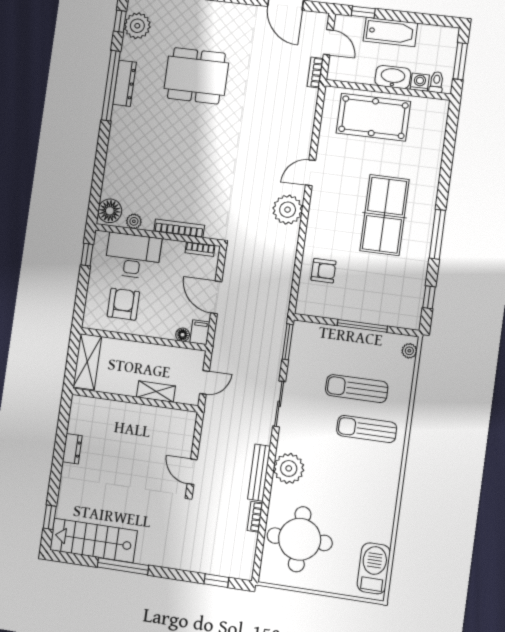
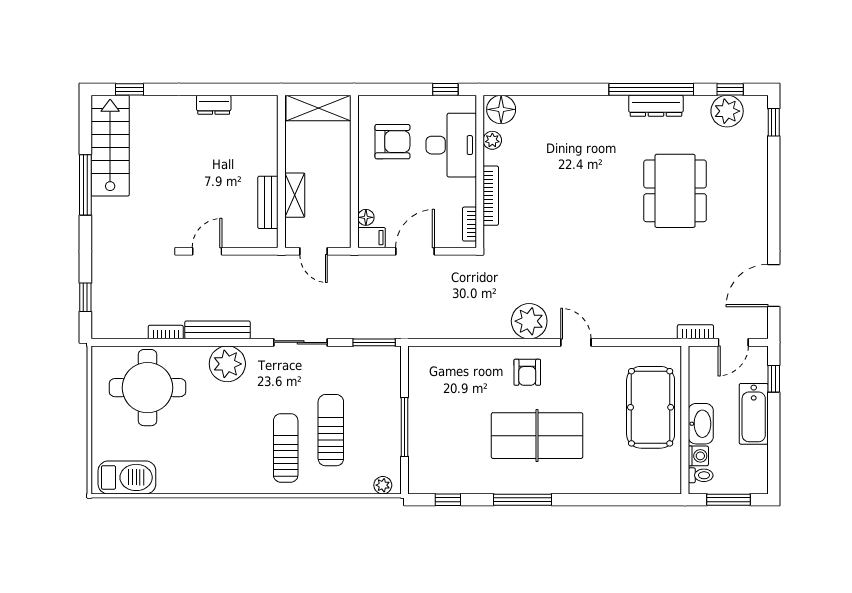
armchair: (324, 271) -> (527, 372), moved
bench: (159, 415) -> (268, 202), added

